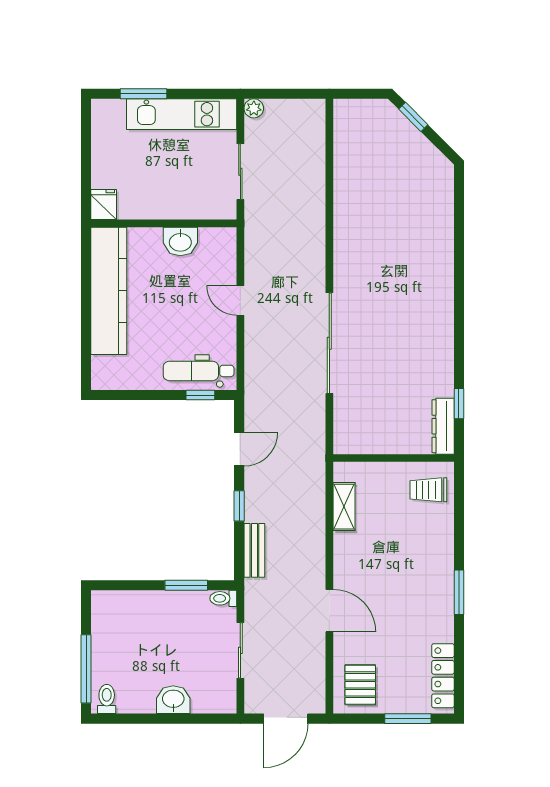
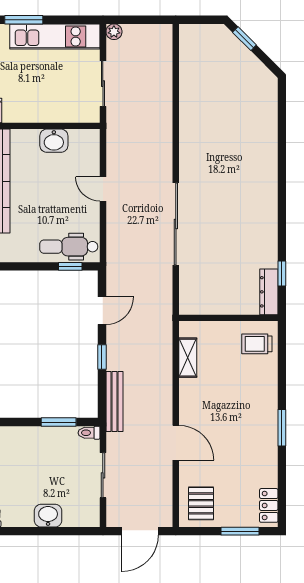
bench: (254, 550) -> (114, 402), width x1.36
locker: (443, 676) -> (269, 505), width x0.66

